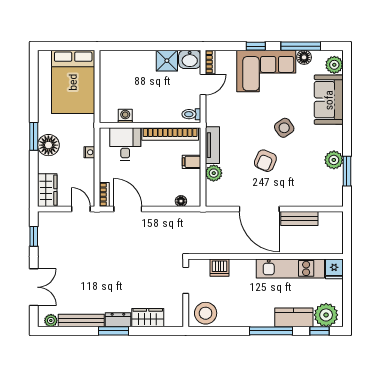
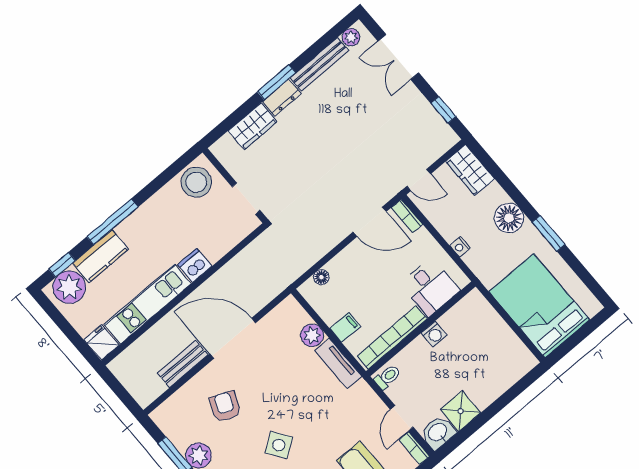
washing machine: (125, 116) -> (434, 334), moved
window: (34, 136) -> (549, 233), moved
armchair: (265, 161) -> (225, 406), moved
dishwasher: (219, 268) -> (195, 265), moved

